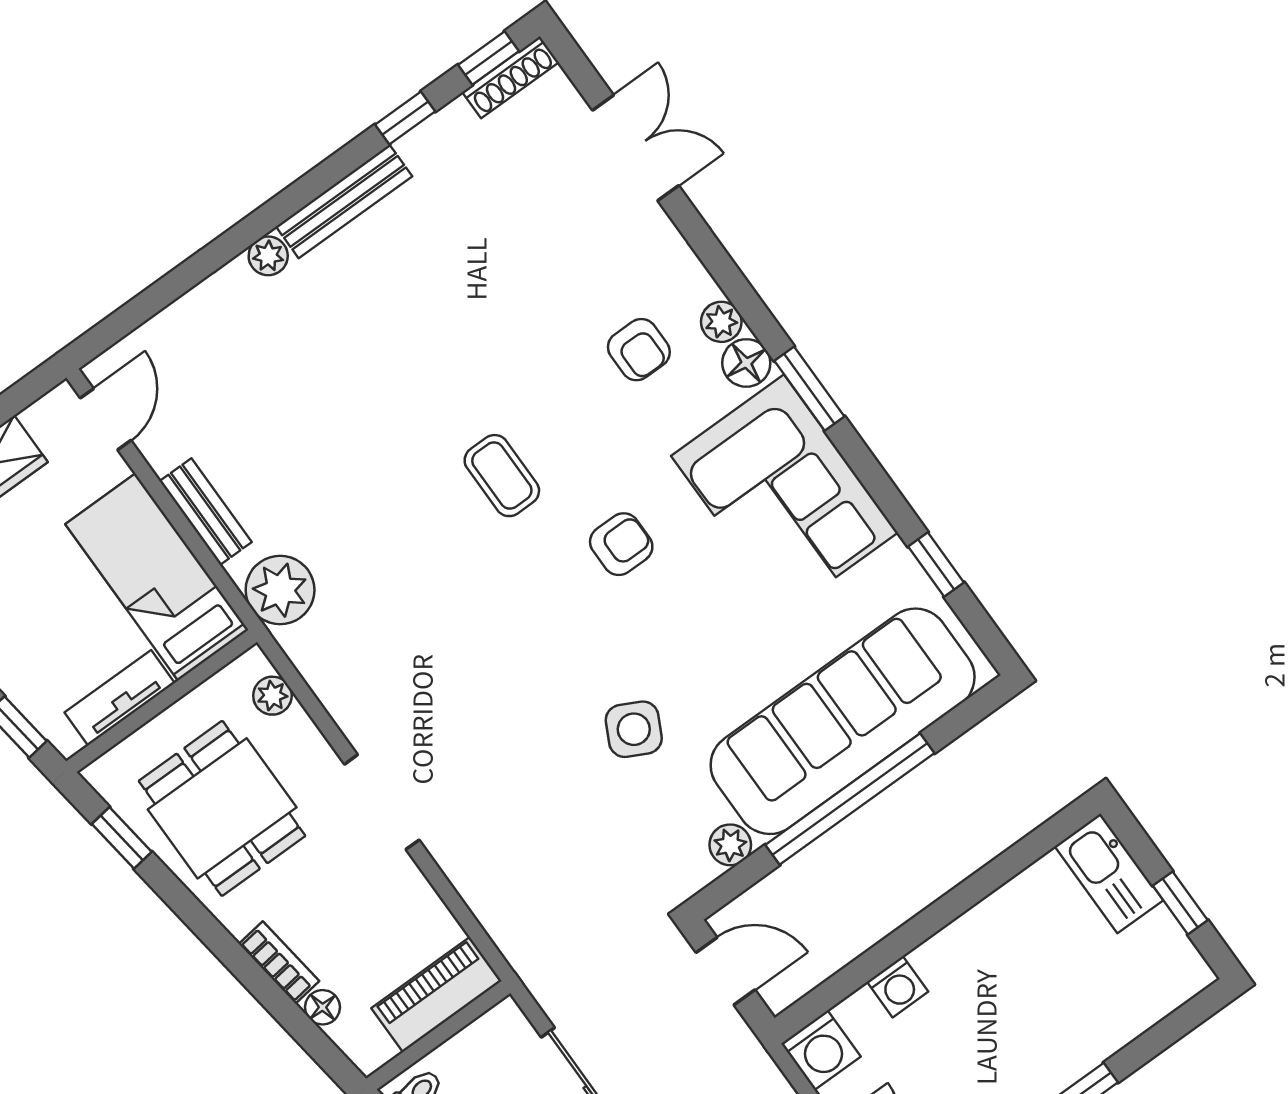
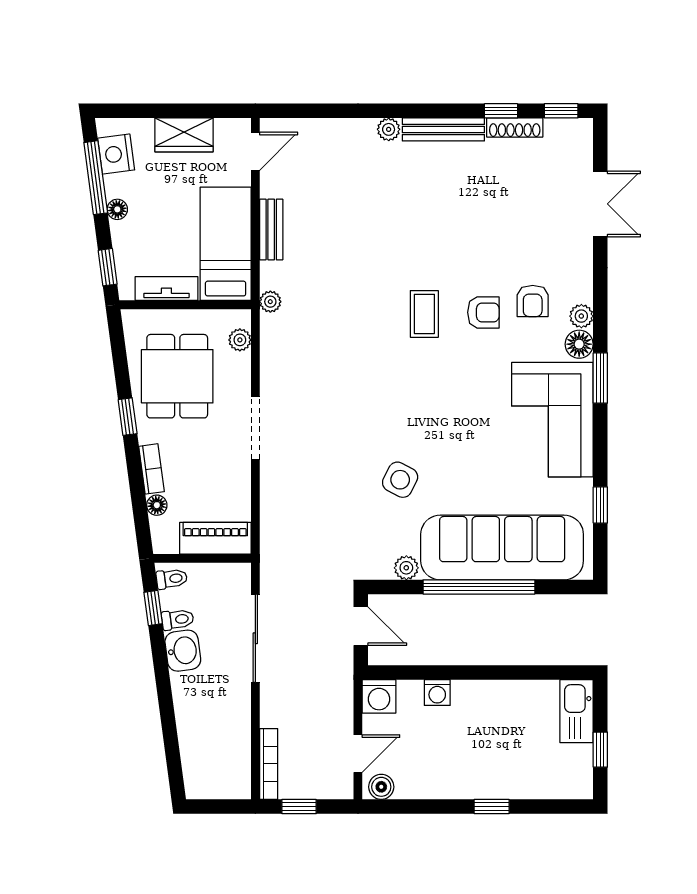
shoe rack: (511, 77) -> (515, 128), moved
armchair: (621, 544) -> (483, 312), moved
plant: (280, 590) -> (270, 302), width x0.53, depth x0.53
window: (122, 838) -> (128, 417), moved

